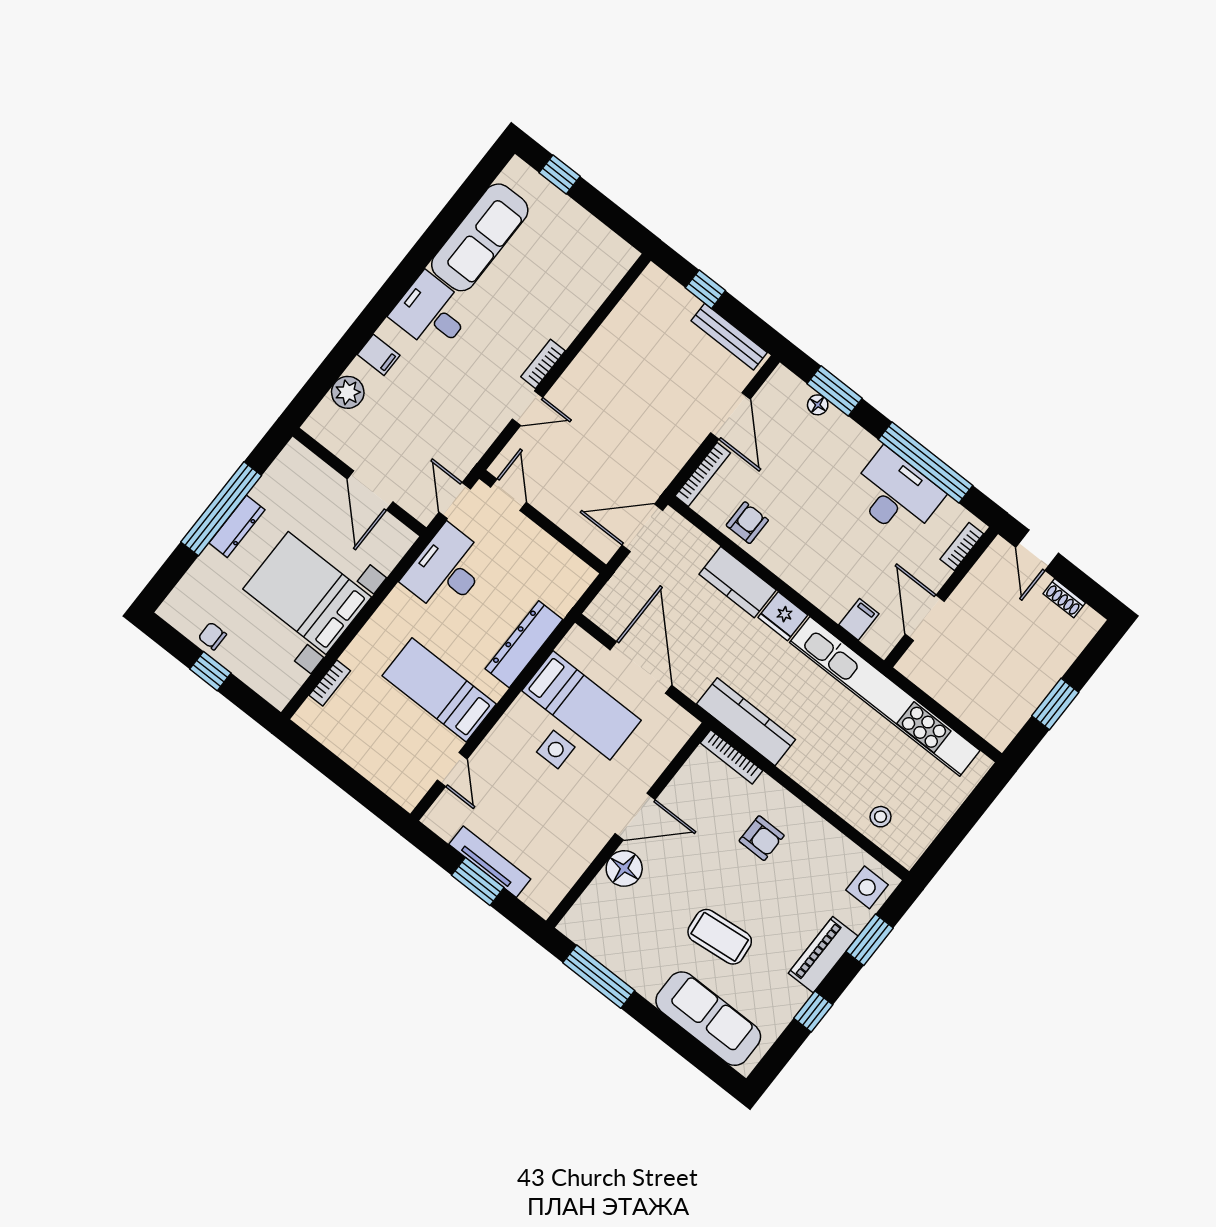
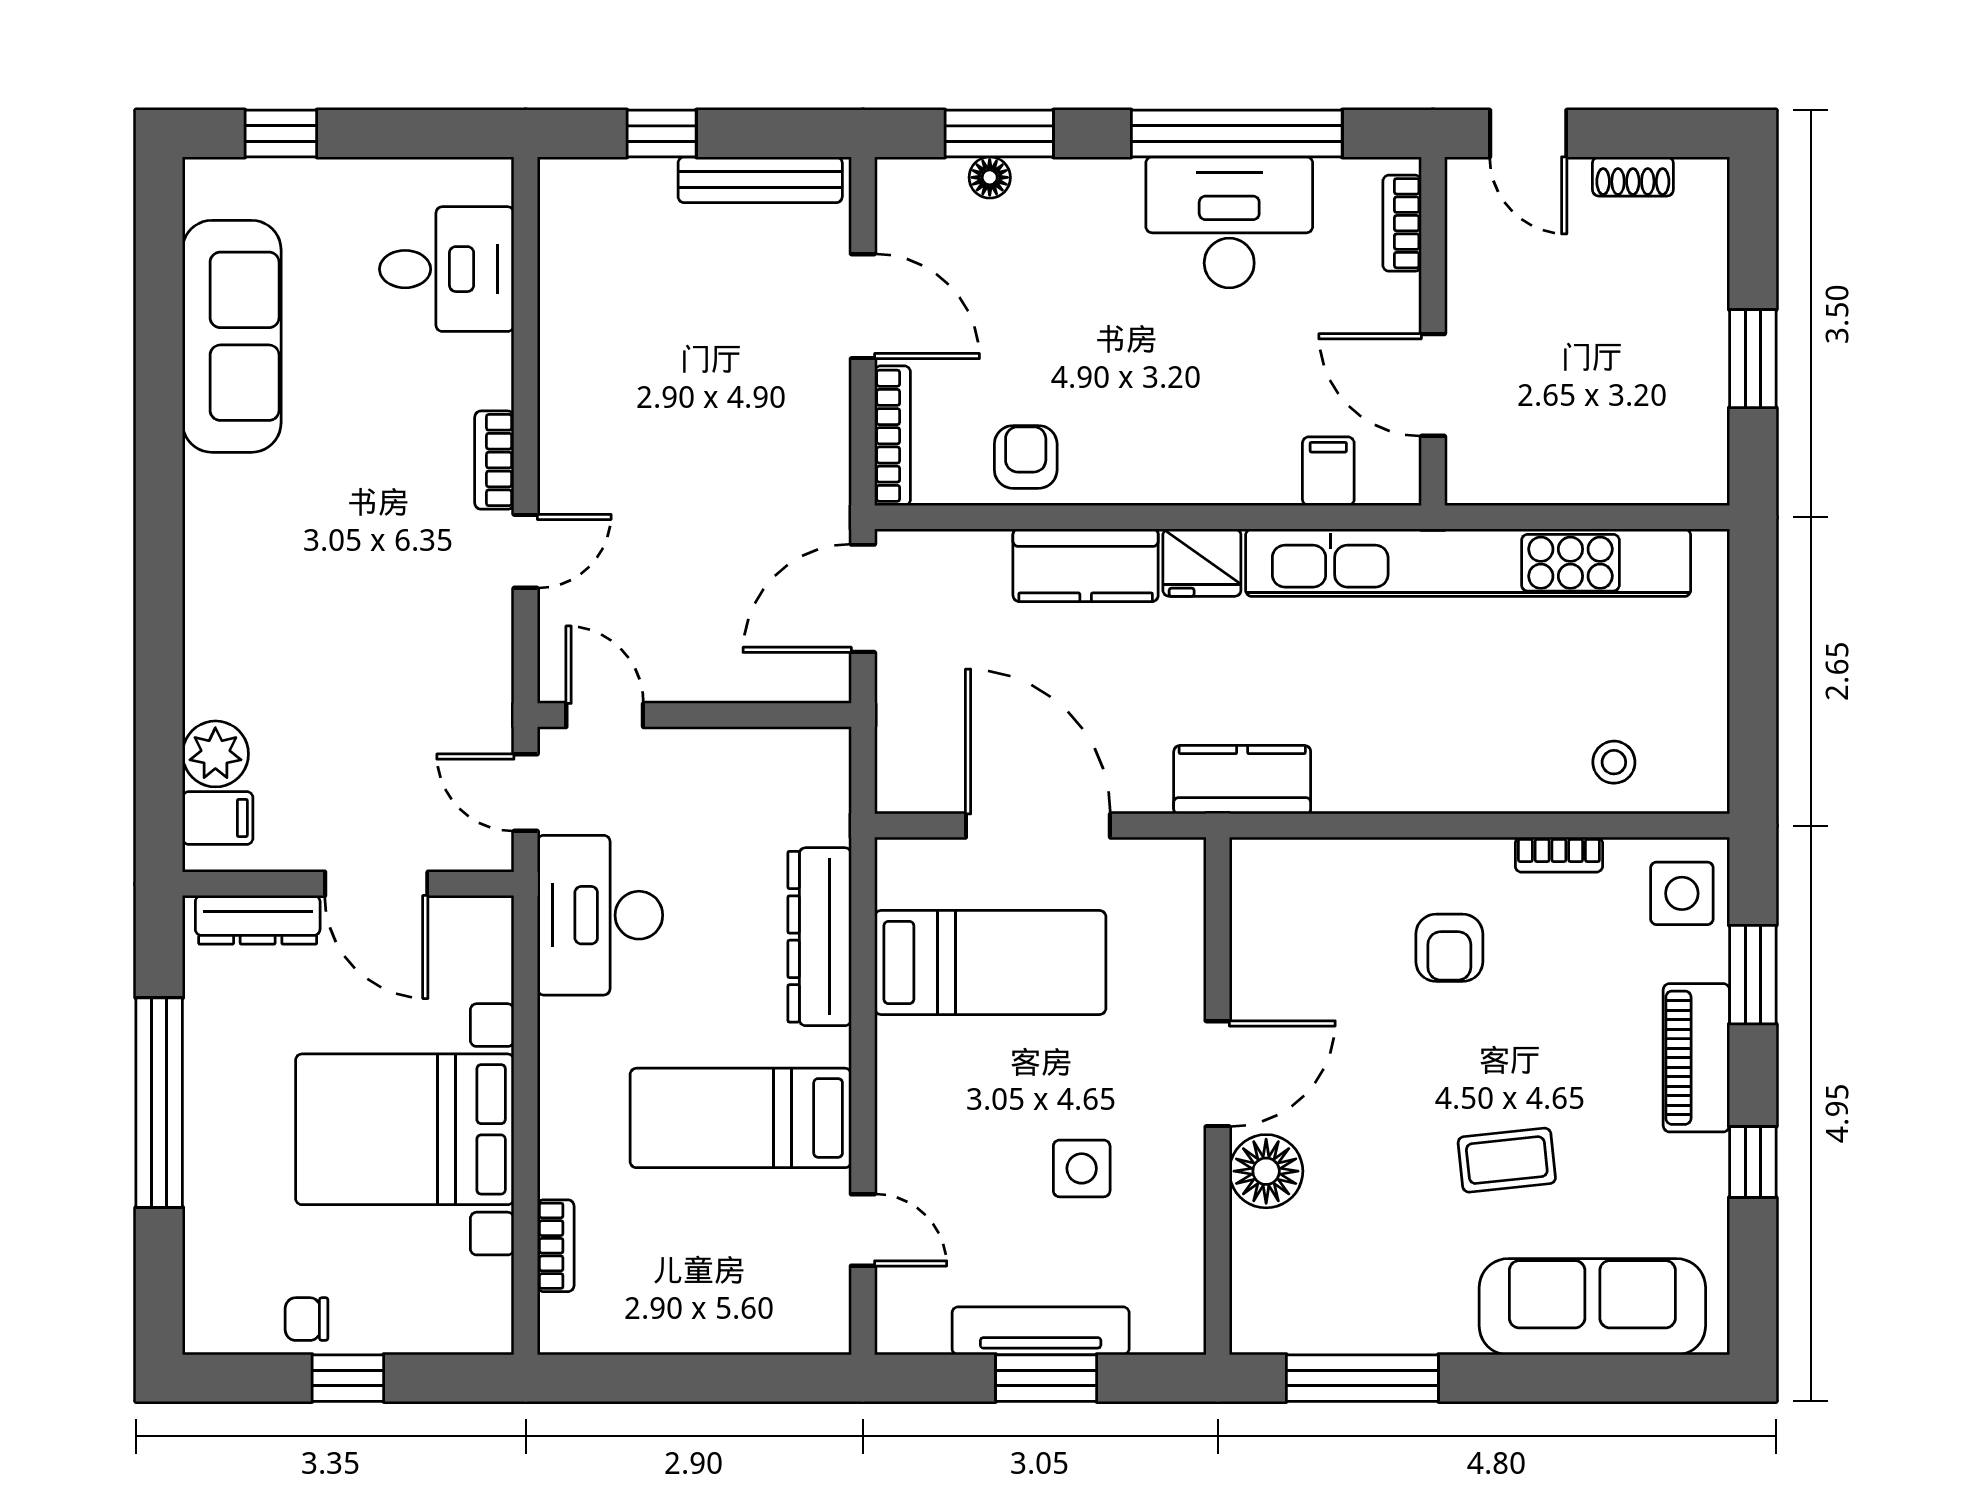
desk: (432, 313) -> (447, 269), moved, turned 180
filing cabinet: (379, 355) -> (218, 818), moved
dresser: (237, 526) -> (258, 920), moved, turned 90
kitchen counter: (746, 722) -> (1242, 780), width x0.67
side table: (556, 749) -> (1082, 1168), moved
bookcase: (732, 757) -> (1559, 855), moved, width x0.64
armchair: (762, 838) -> (1449, 948), turned 90
coffee table: (720, 937) -> (1507, 1160), width x0.73, depth x0.77

